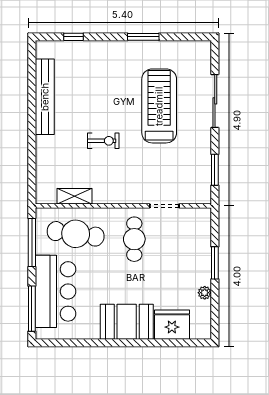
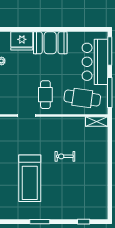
bench: (45, 97) -> (102, 184), removed
shelving: (74, 196) -> (97, 122), moved

